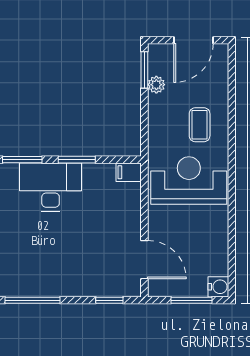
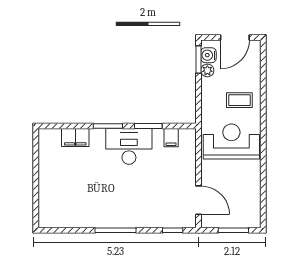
coffee table: (200, 125) -> (239, 100), turned 90
filing cabinet: (129, 172) -> (171, 138), moved, turned -90
water cooler: (218, 287) -> (208, 55), moved, turned 180

